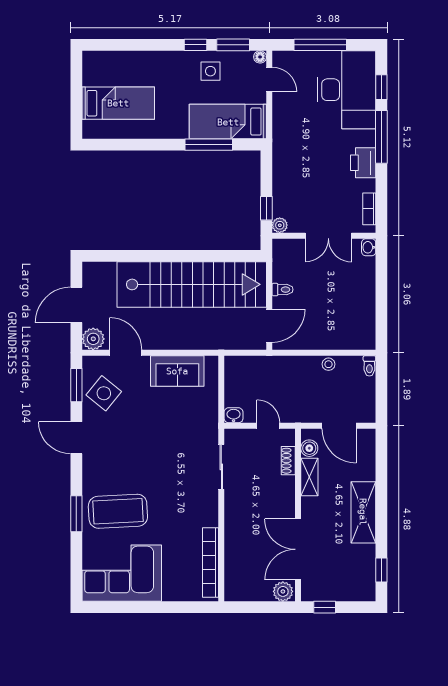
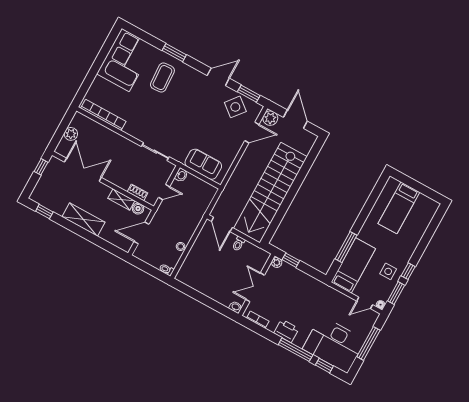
sofa: (177, 371) -> (203, 164), moved, turned 90
coffee table: (118, 511) -> (162, 78), width x0.73, depth x0.76
plant: (283, 591) -> (71, 134), moved

